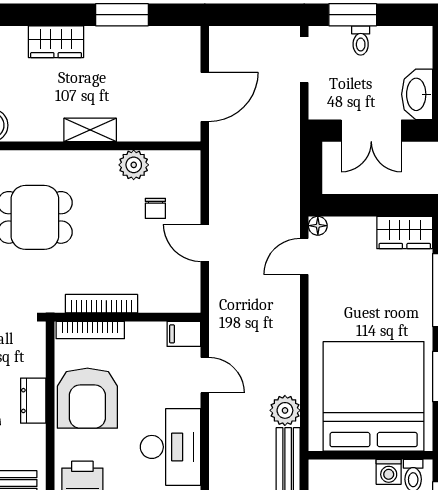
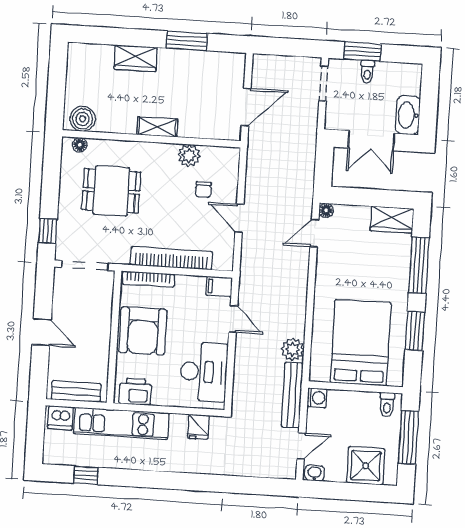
bookcase: (101, 304) -> (171, 258), width x1.48, depth x1.31
bed: (374, 396) -> (361, 343), width x0.73
dresser: (33, 401) -> (102, 330), removed
washing machine: (389, 472) -> (317, 398), moved, turned -90

